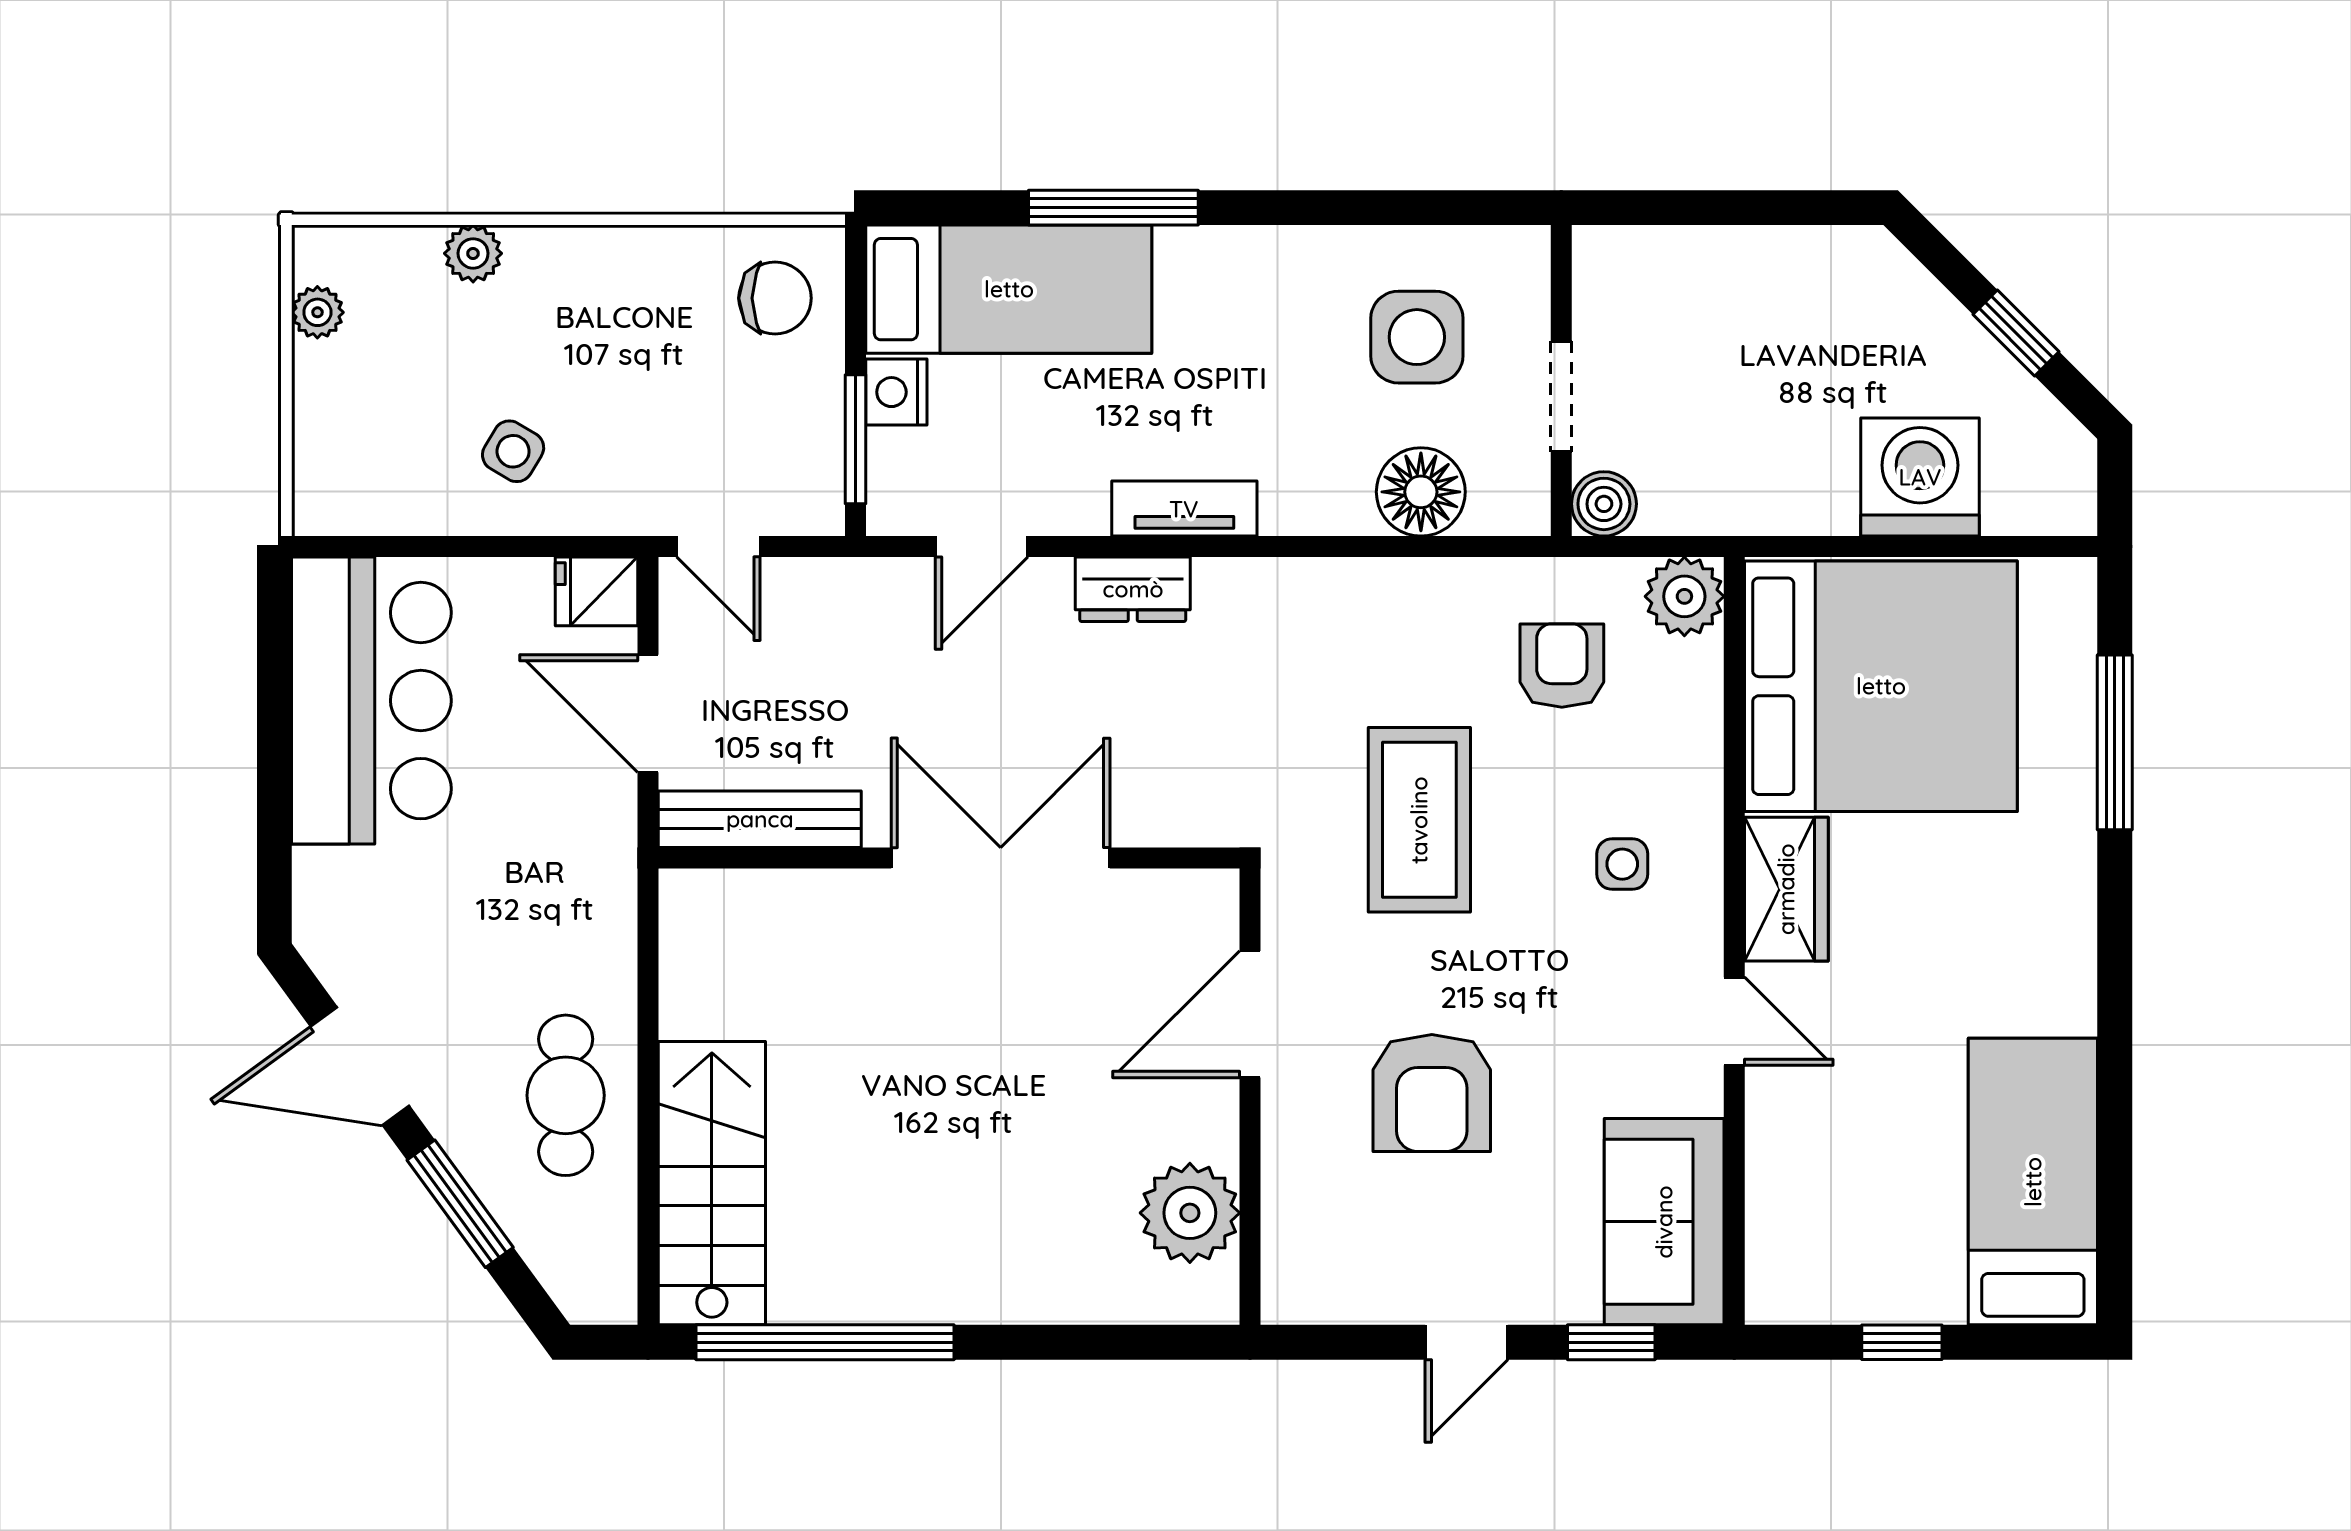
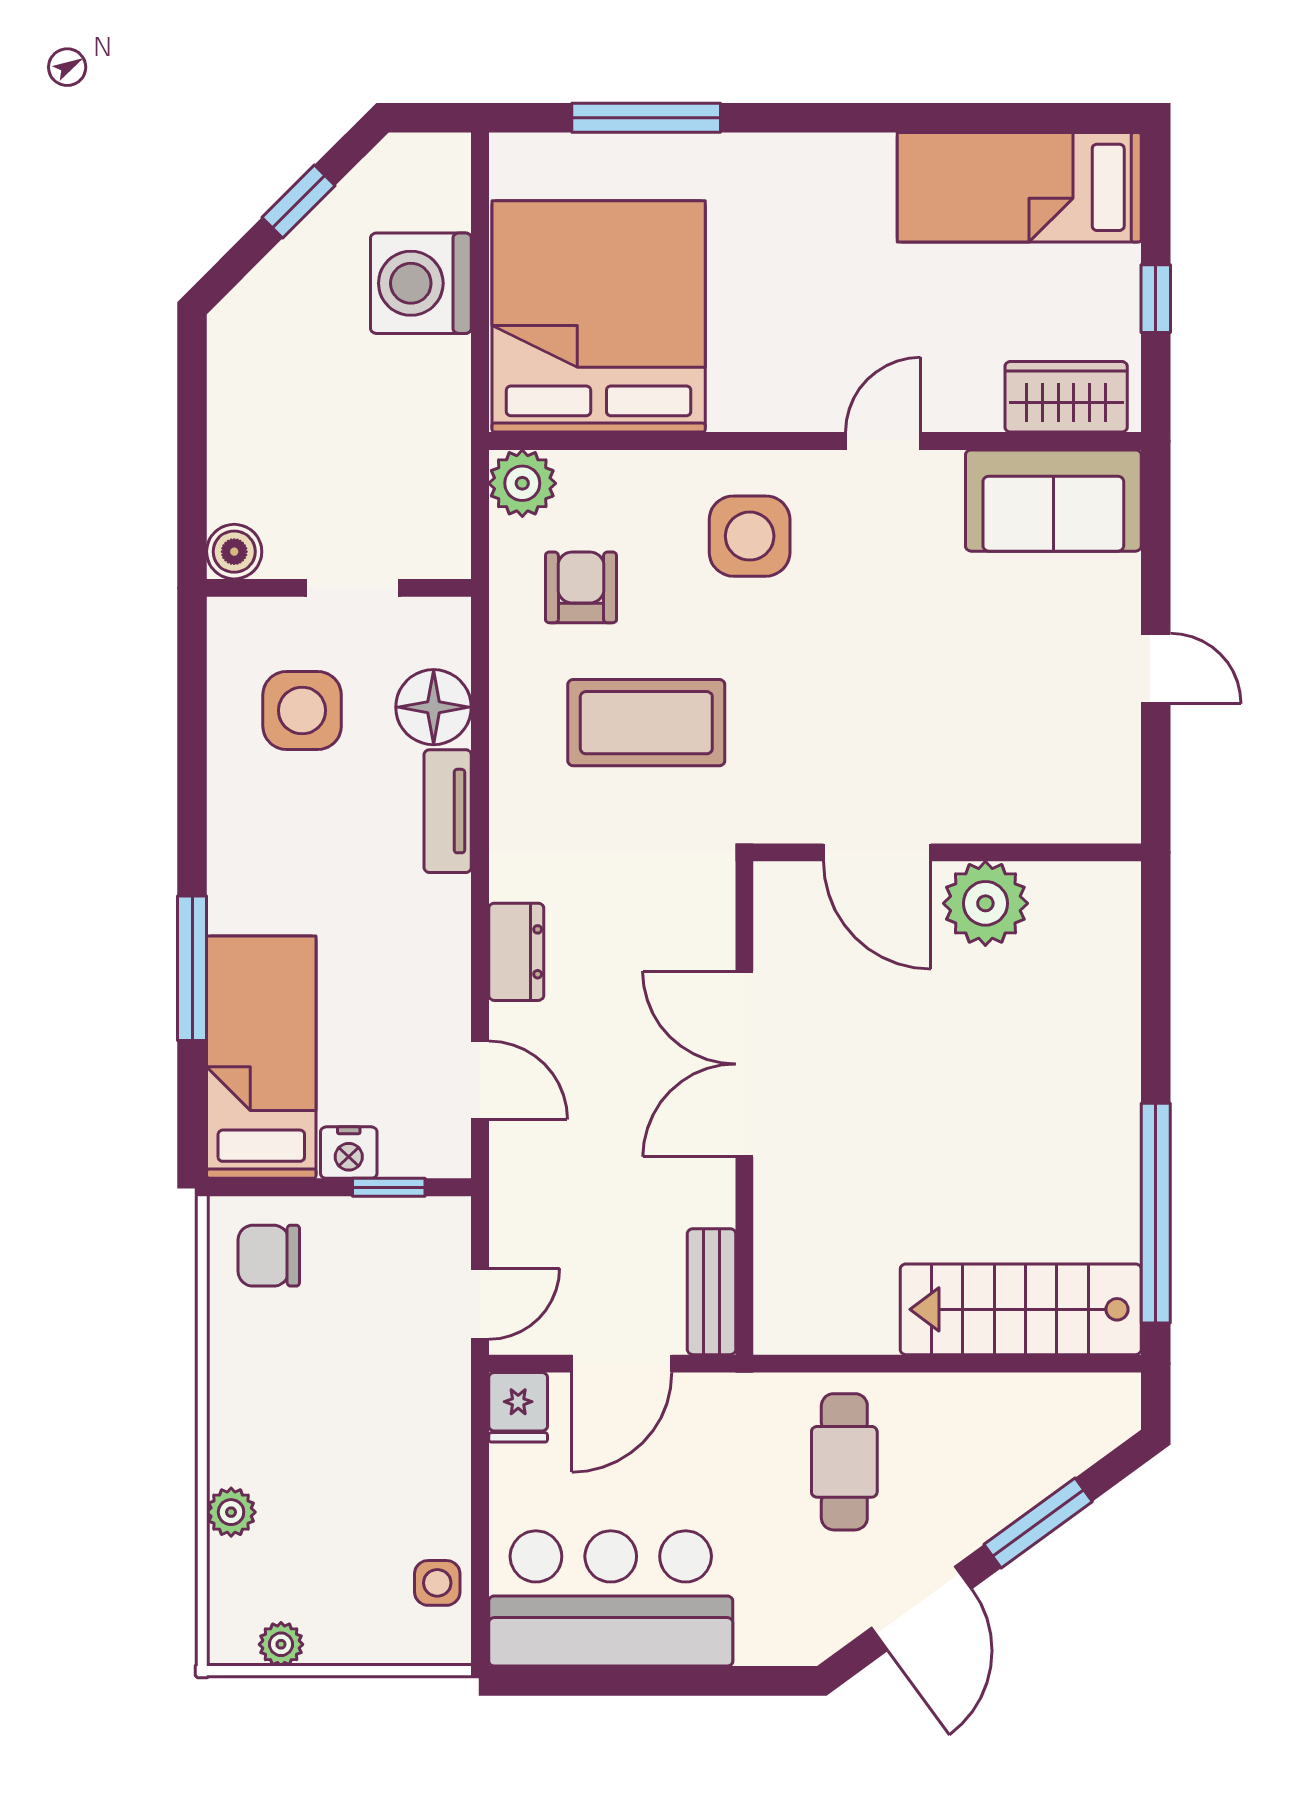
chair: (775, 298) -> (269, 1256), turned -90
window: (856, 439) -> (389, 1187), width x0.67
side table: (513, 451) -> (437, 1583), moved, turned -31
boiler: (1604, 504) -> (234, 552), moved
tv unit: (1184, 509) -> (448, 811), moved
armchair: (1562, 666) -> (581, 587), turned 90
bench: (760, 819) -> (712, 1292), width x0.73
coffee table: (1419, 820) -> (646, 723), moved
side table: (1622, 864) -> (750, 536), width x1.87, depth x1.87
wardrobe: (1786, 889) -> (1066, 397), moved
armchair: (1432, 1093) -> (944, 698), removed
cafe table: (566, 1095) -> (844, 1462), moved, turned 90
plant: (1190, 1213) -> (985, 903), moved
window: (1611, 1342) -> (1156, 545), removed

